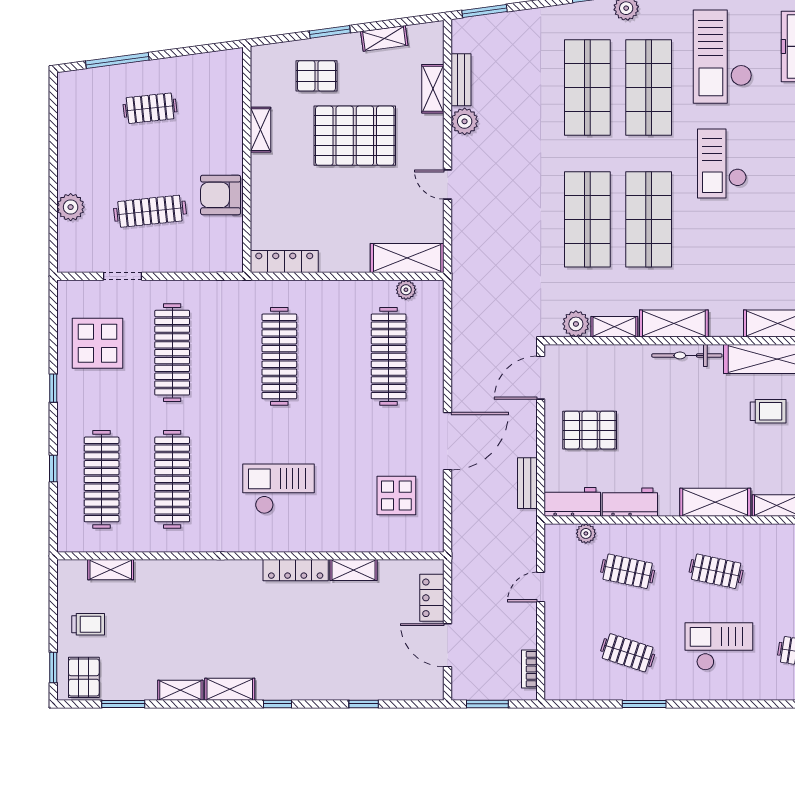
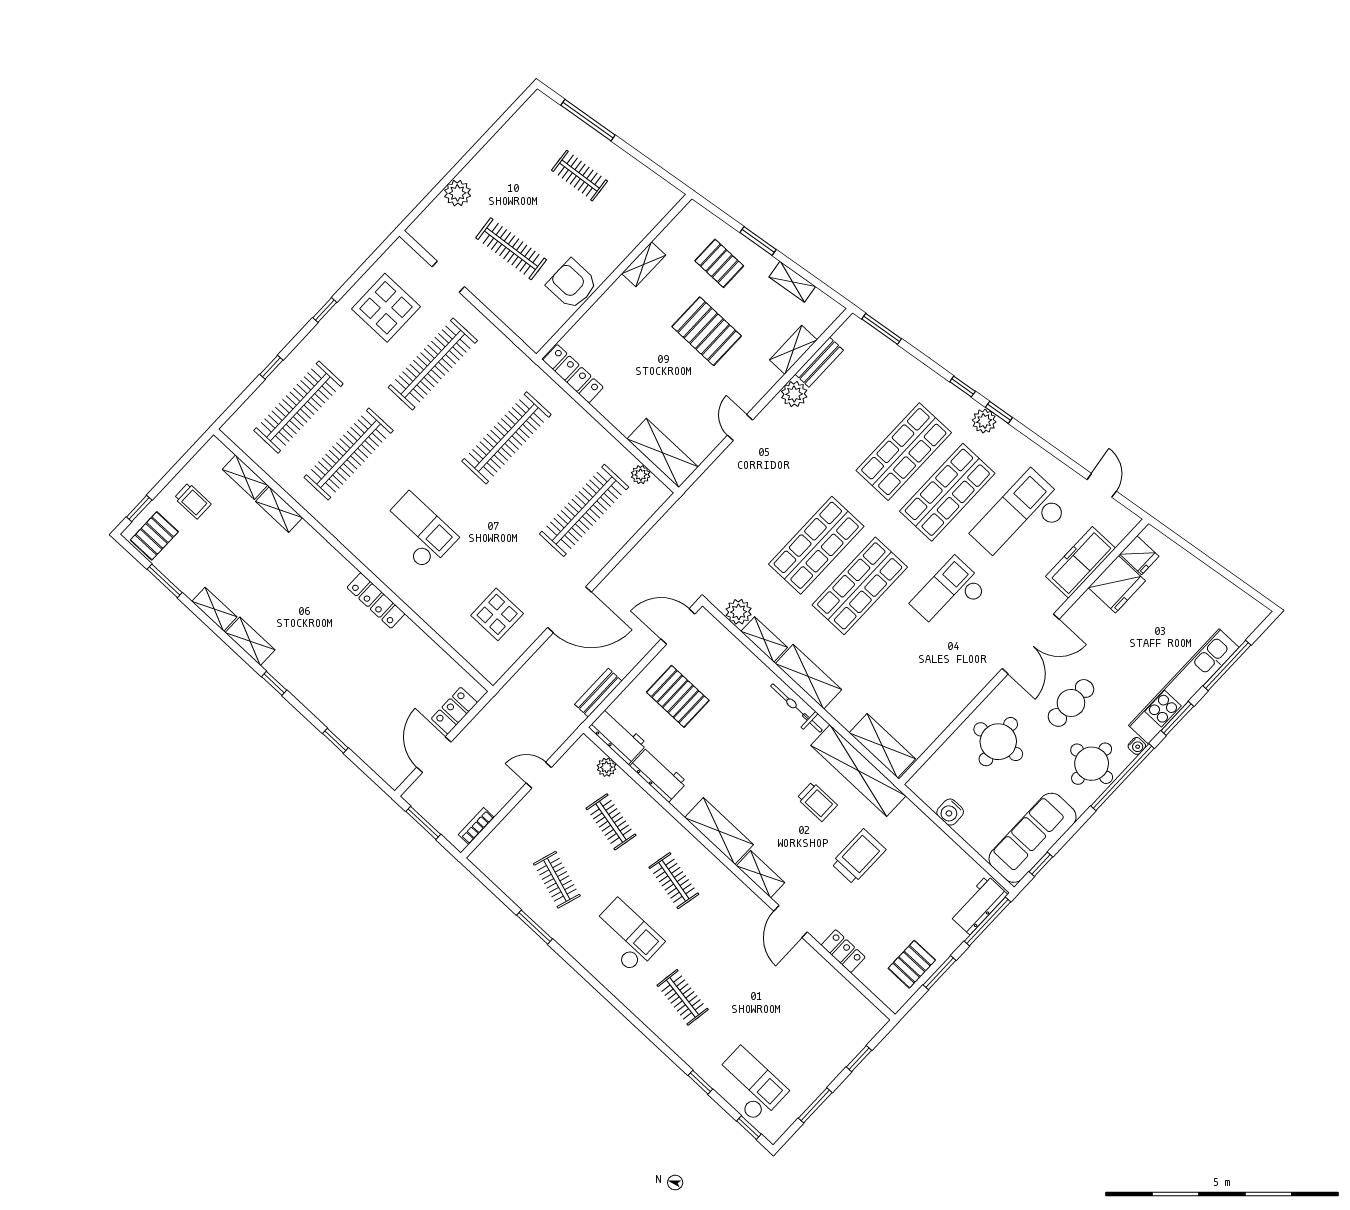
pallet: (355, 136) -> (707, 331), width x0.73, depth x0.71
shelving: (353, 570) -> (279, 509), moved

